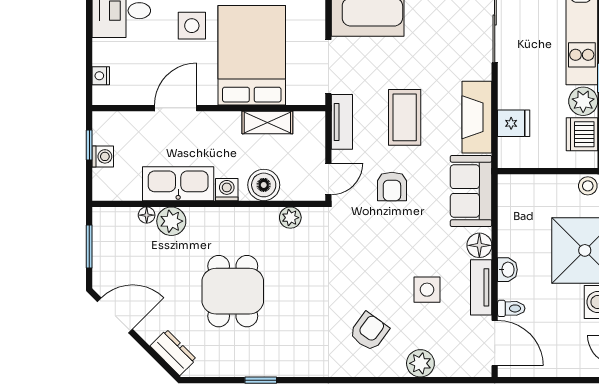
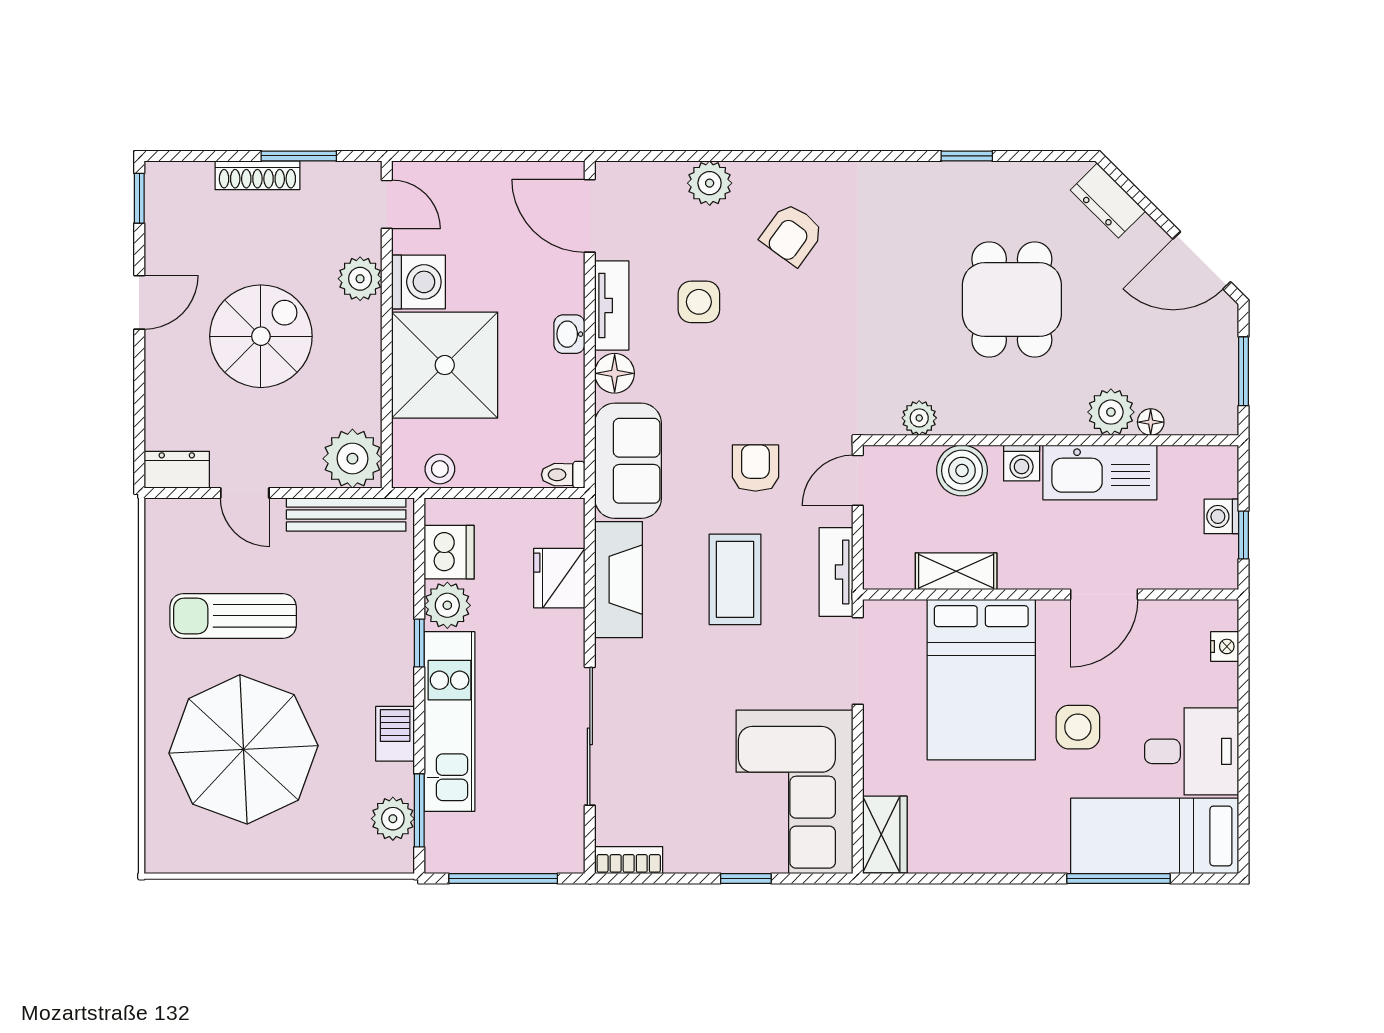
fridge: (514, 123) -> (559, 578), width x1.38
toilet: (511, 308) -> (563, 475), moved

